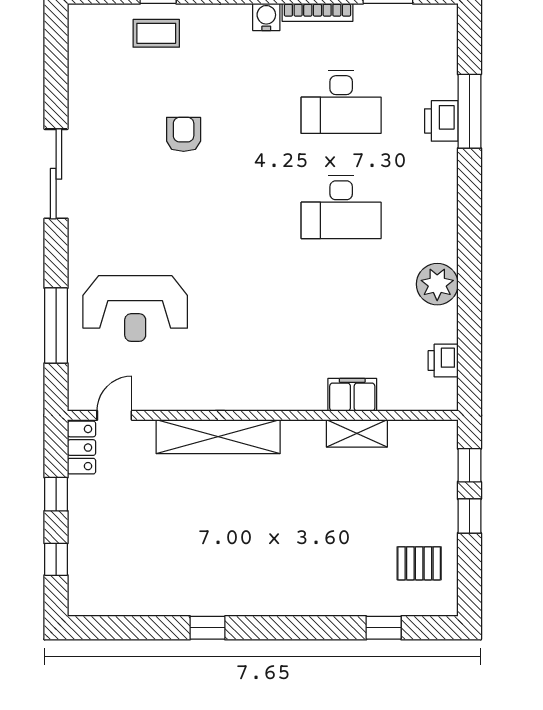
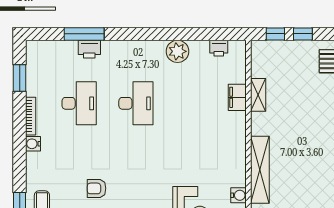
water cooler: (171, 397) -> (238, 195), added

